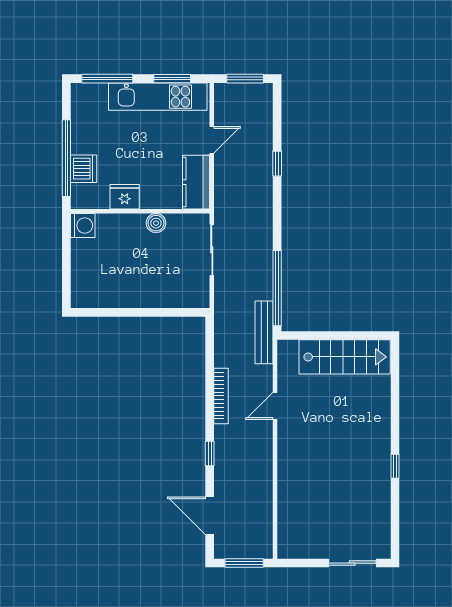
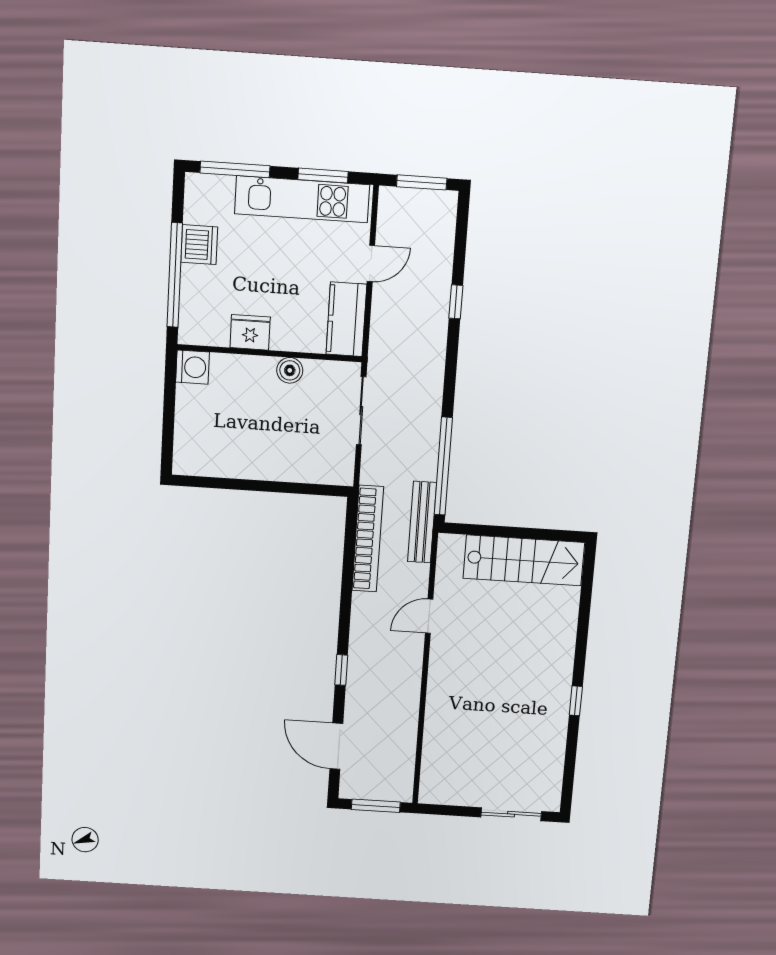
dishwasher: (84, 169) -> (199, 245), moved
bookcase: (221, 396) -> (368, 539), moved, width x1.48, depth x1.31

